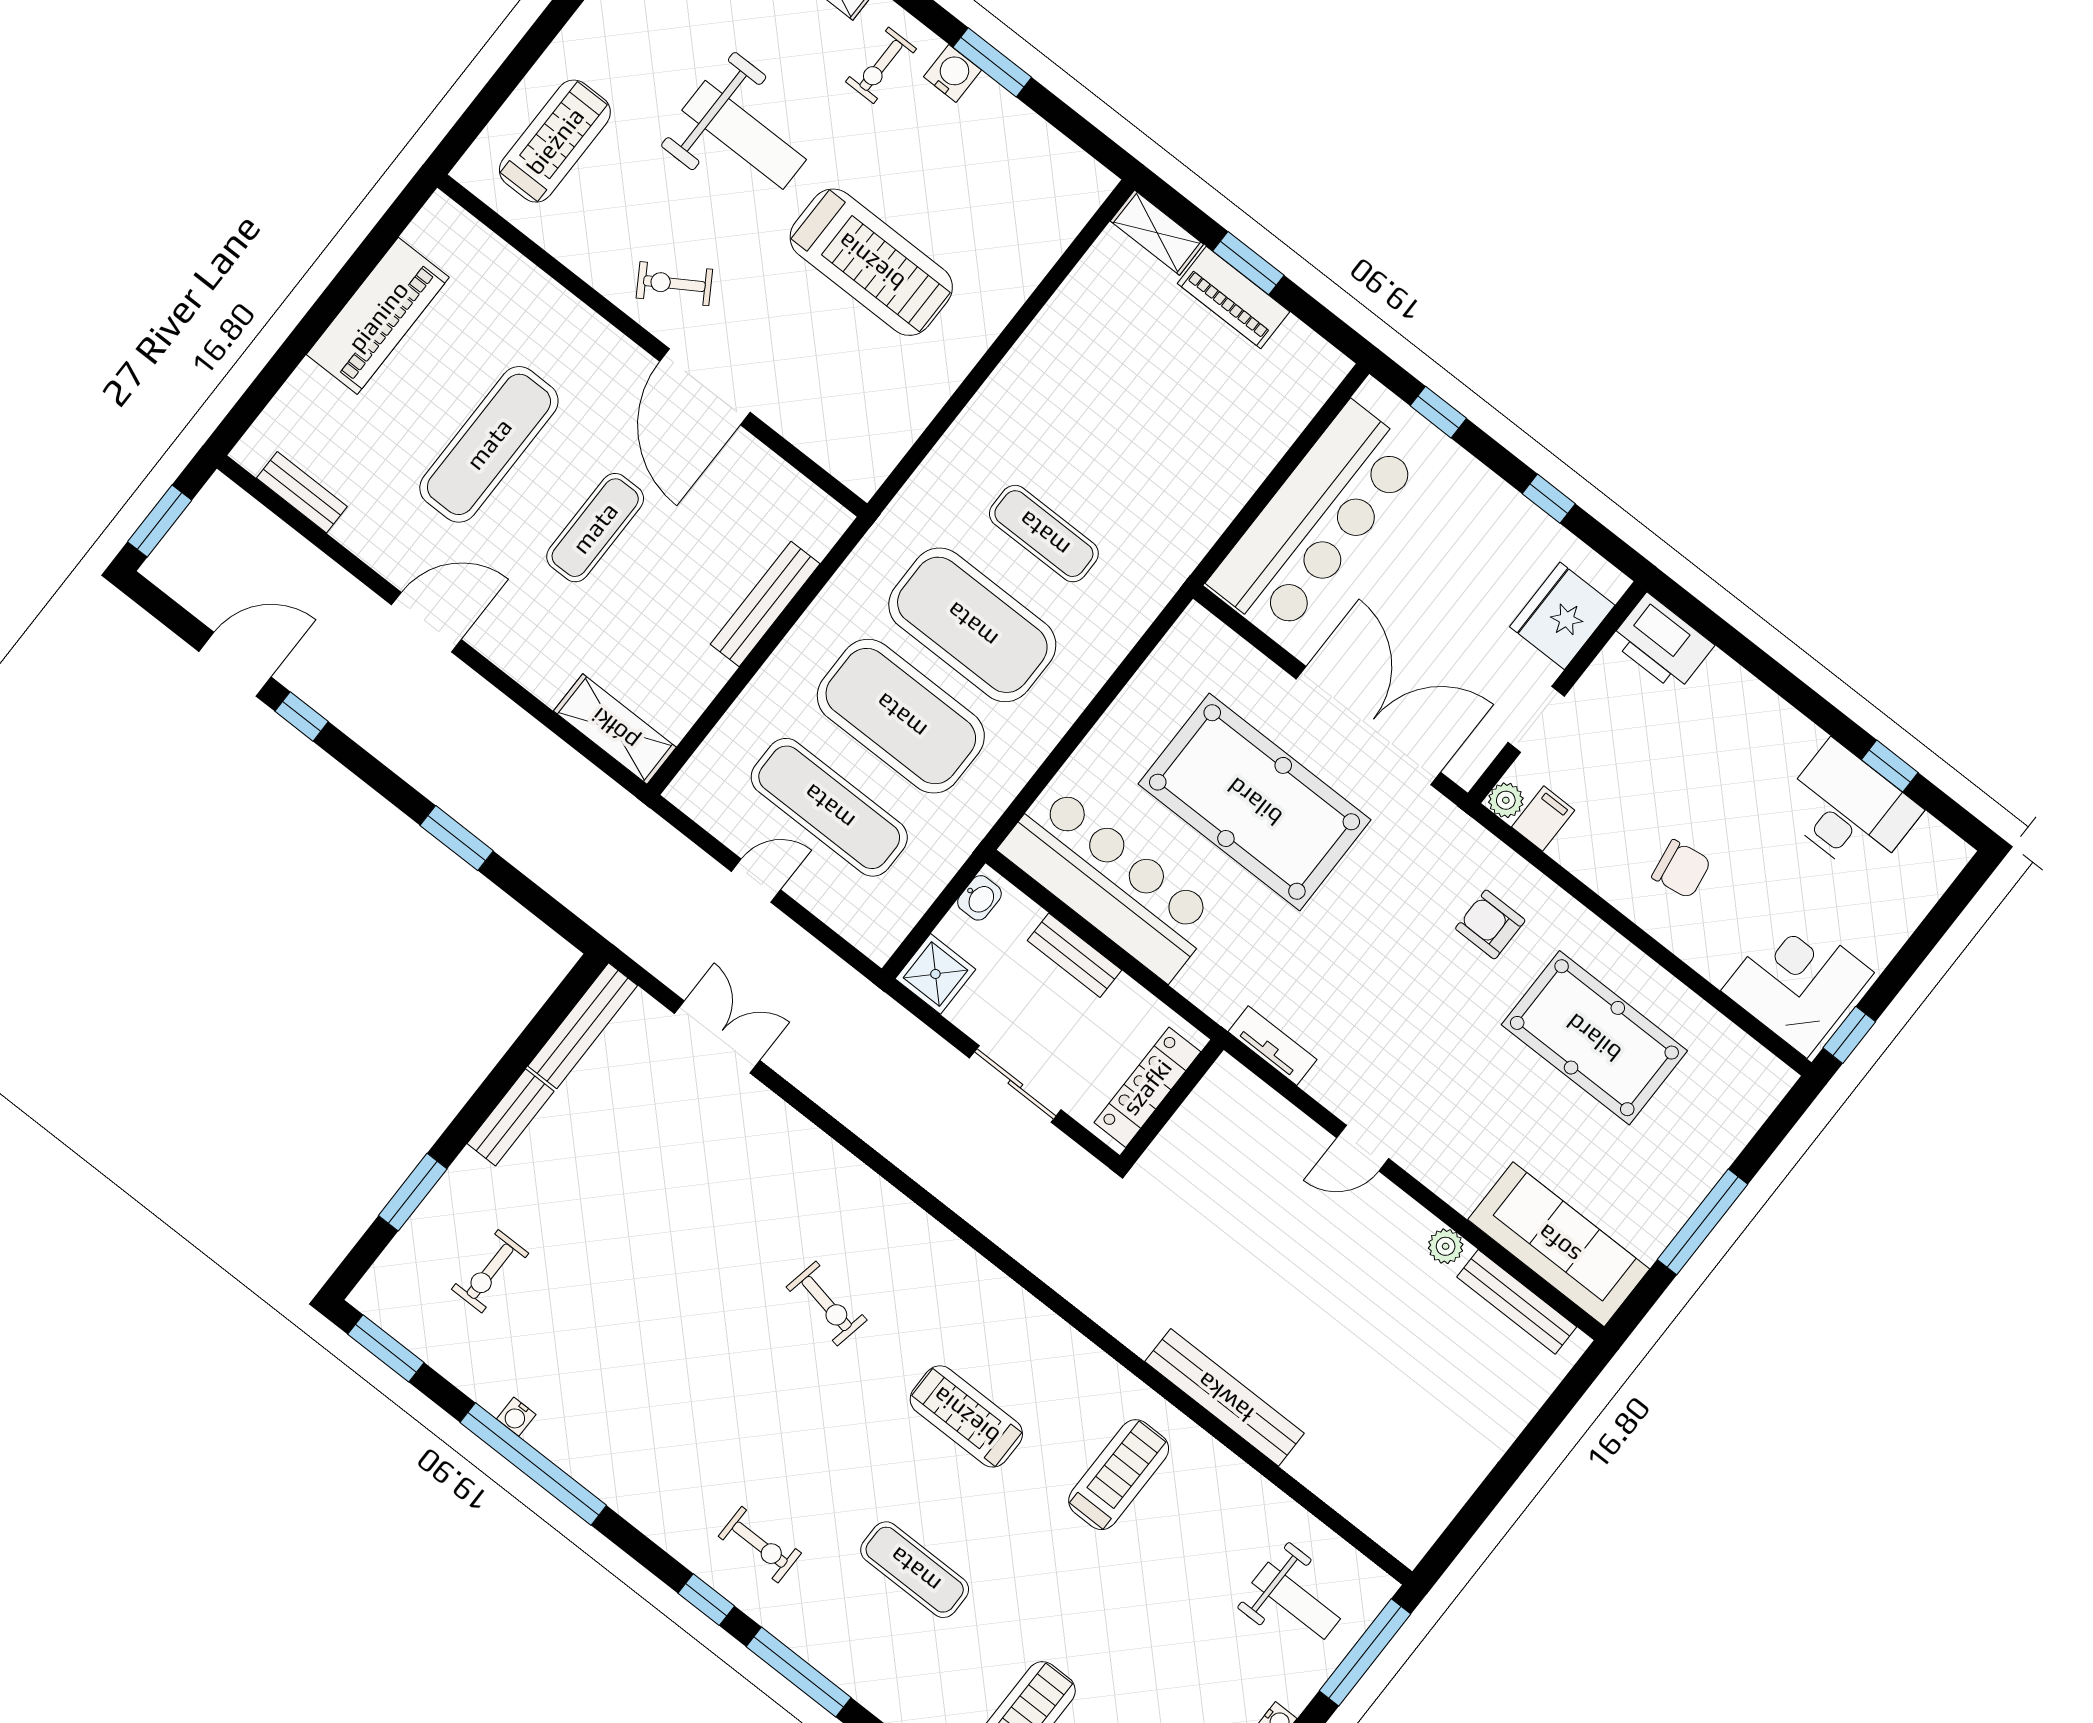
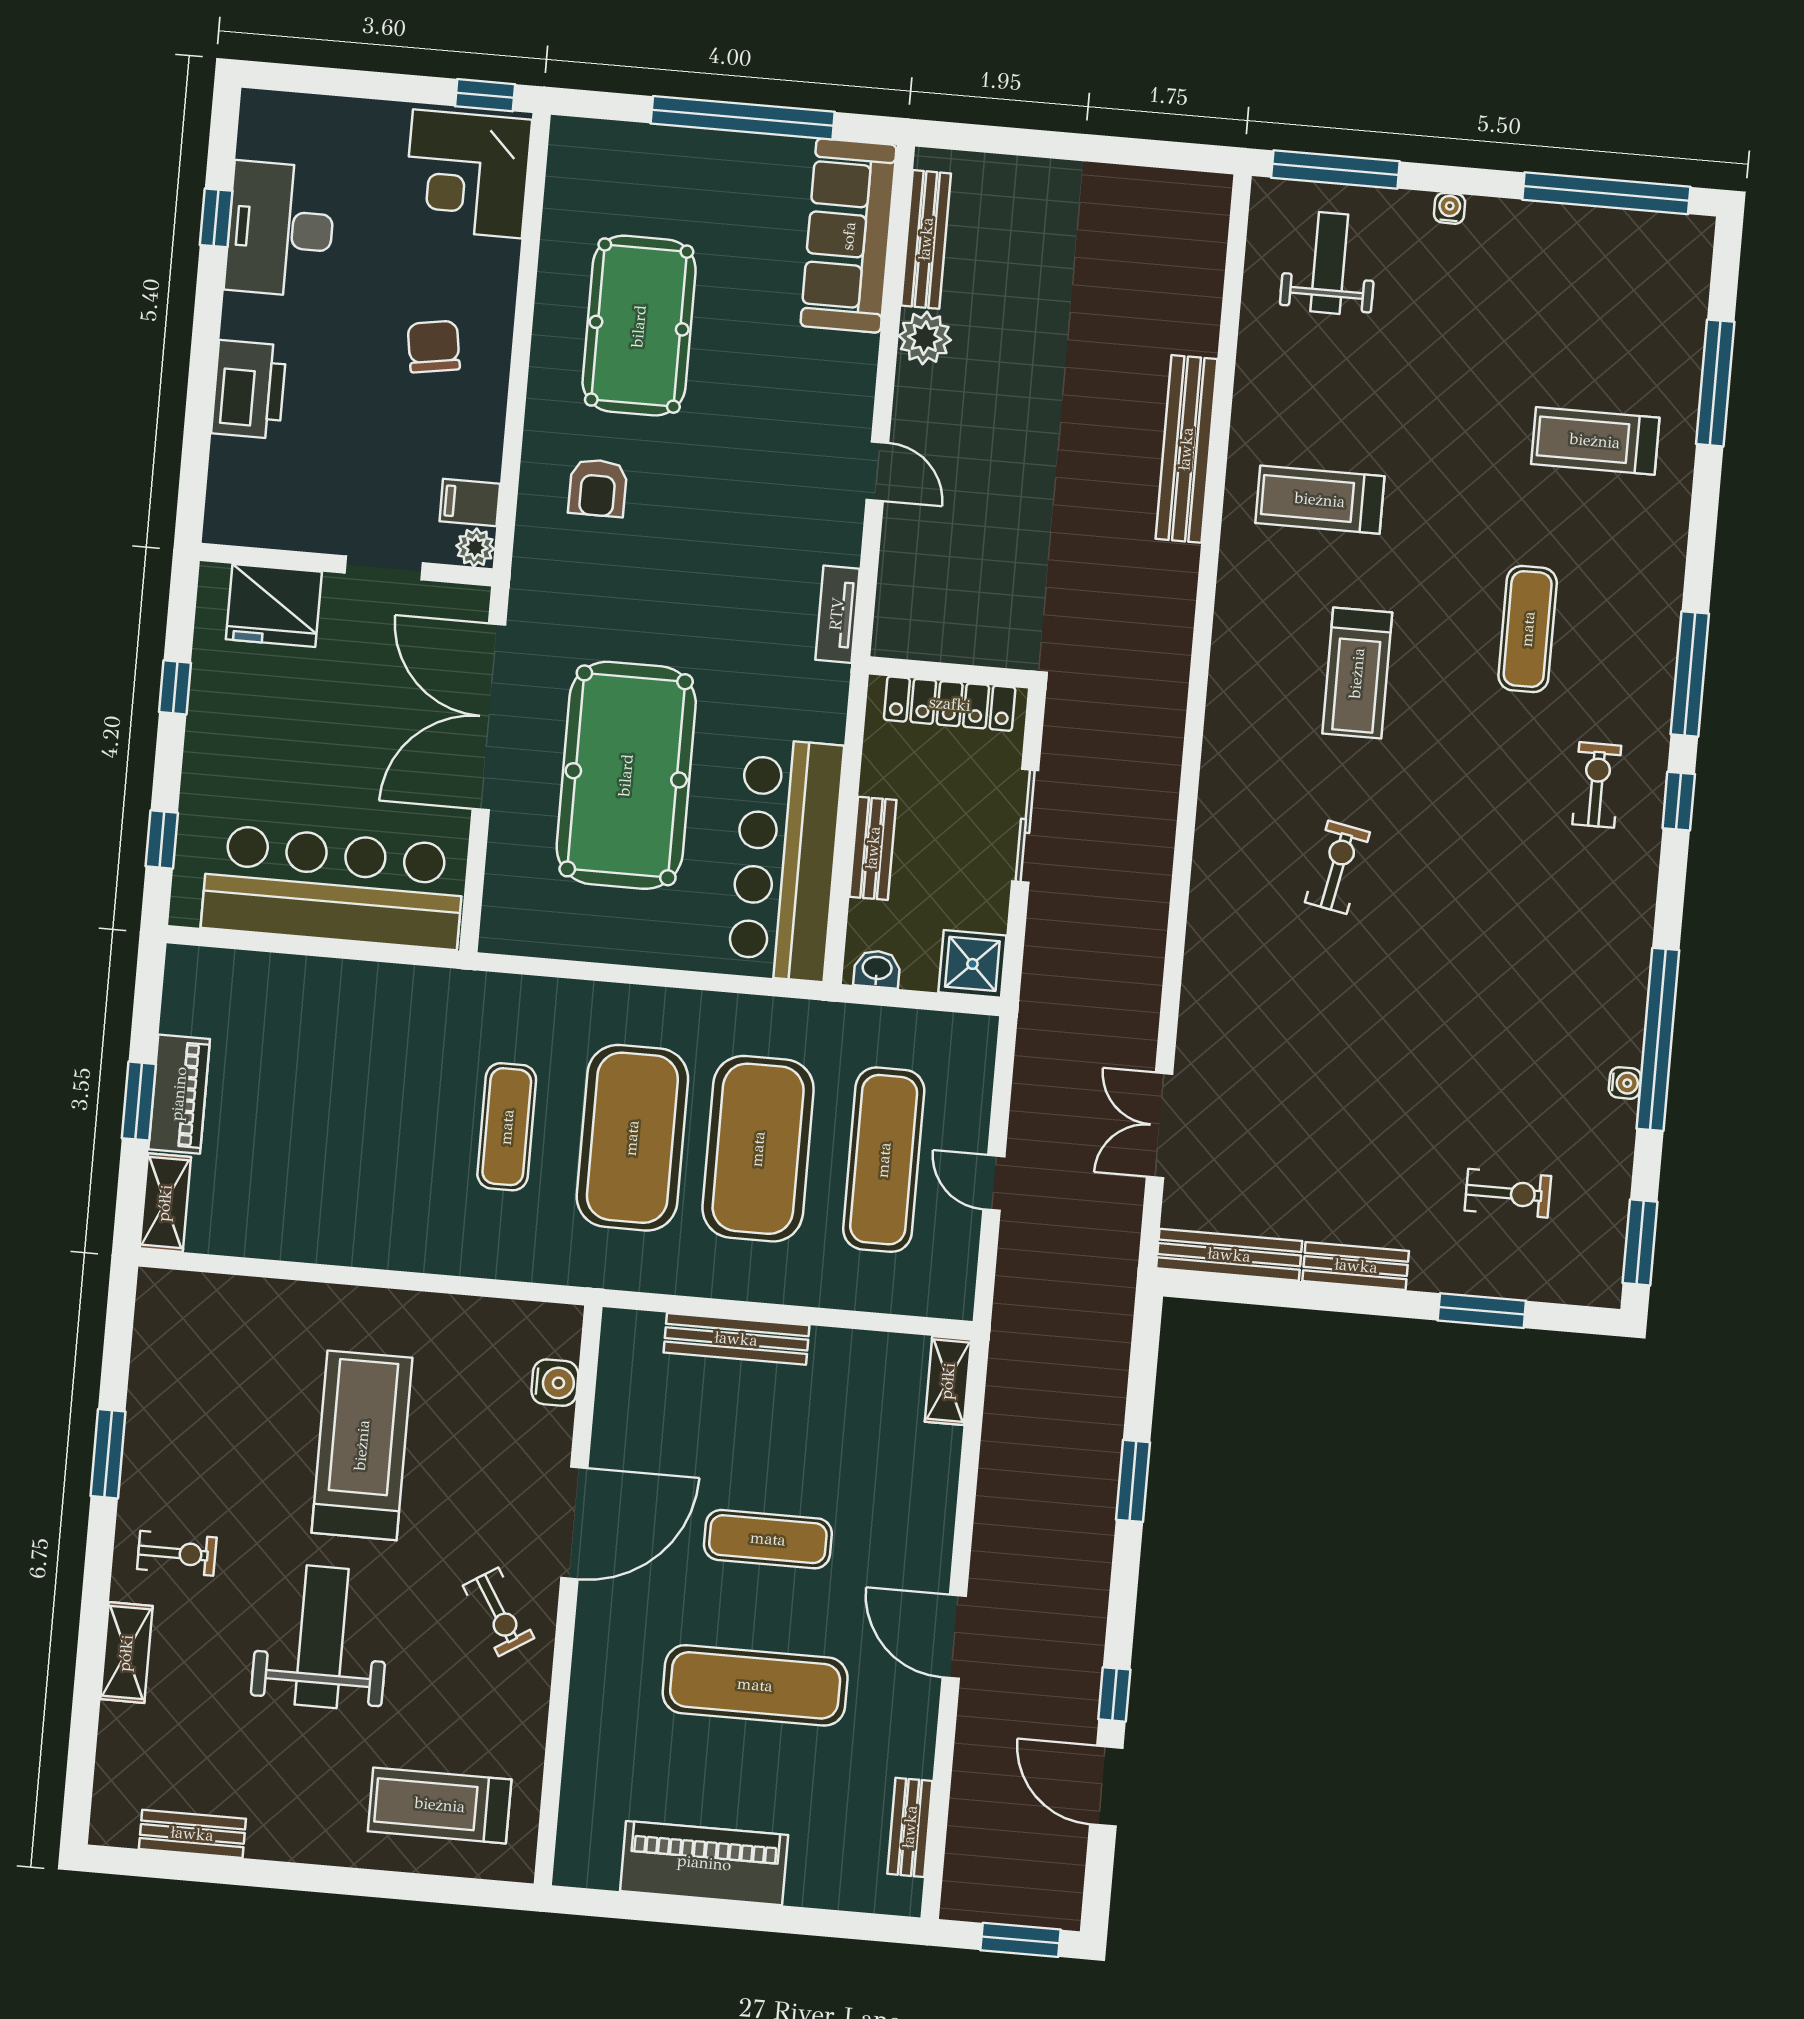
water cooler: (952, 73) -> (555, 1383), moved, turned 180
printer: (1662, 643) -> (249, 389), moved
shelving: (615, 729) -> (948, 1381), width x0.67, depth x0.75
window: (1703, 1222) -> (743, 118), width x1.46
plant: (1446, 1246) -> (925, 338), width x1.38, depth x1.38

